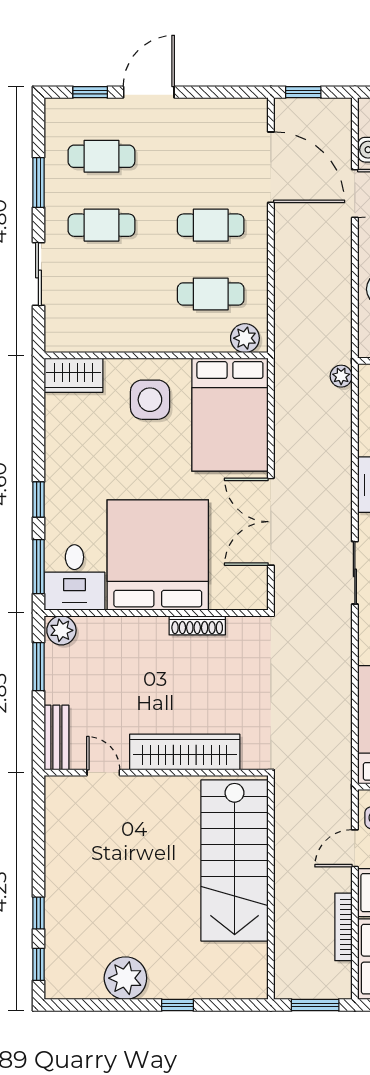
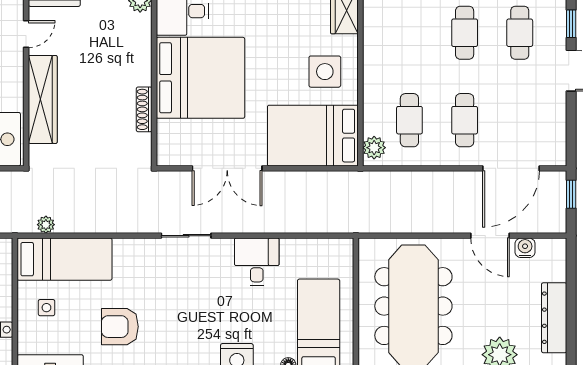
plant: (341, 376) -> (46, 225), moved
double door: (271, 522) -> (227, 168), swing flipped

